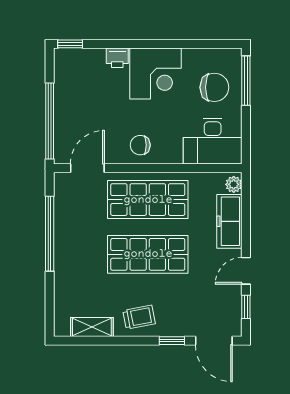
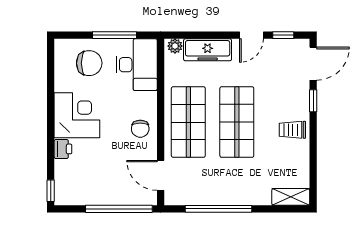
window: (246, 81) -> (114, 35), moved
chair: (214, 87) -> (89, 63), turned 90
door: (246, 271) -> (251, 35), hinge flipped
trolley: (139, 317) -> (292, 130), turned -79
shelving: (92, 327) -> (291, 197), moved, turned 90

